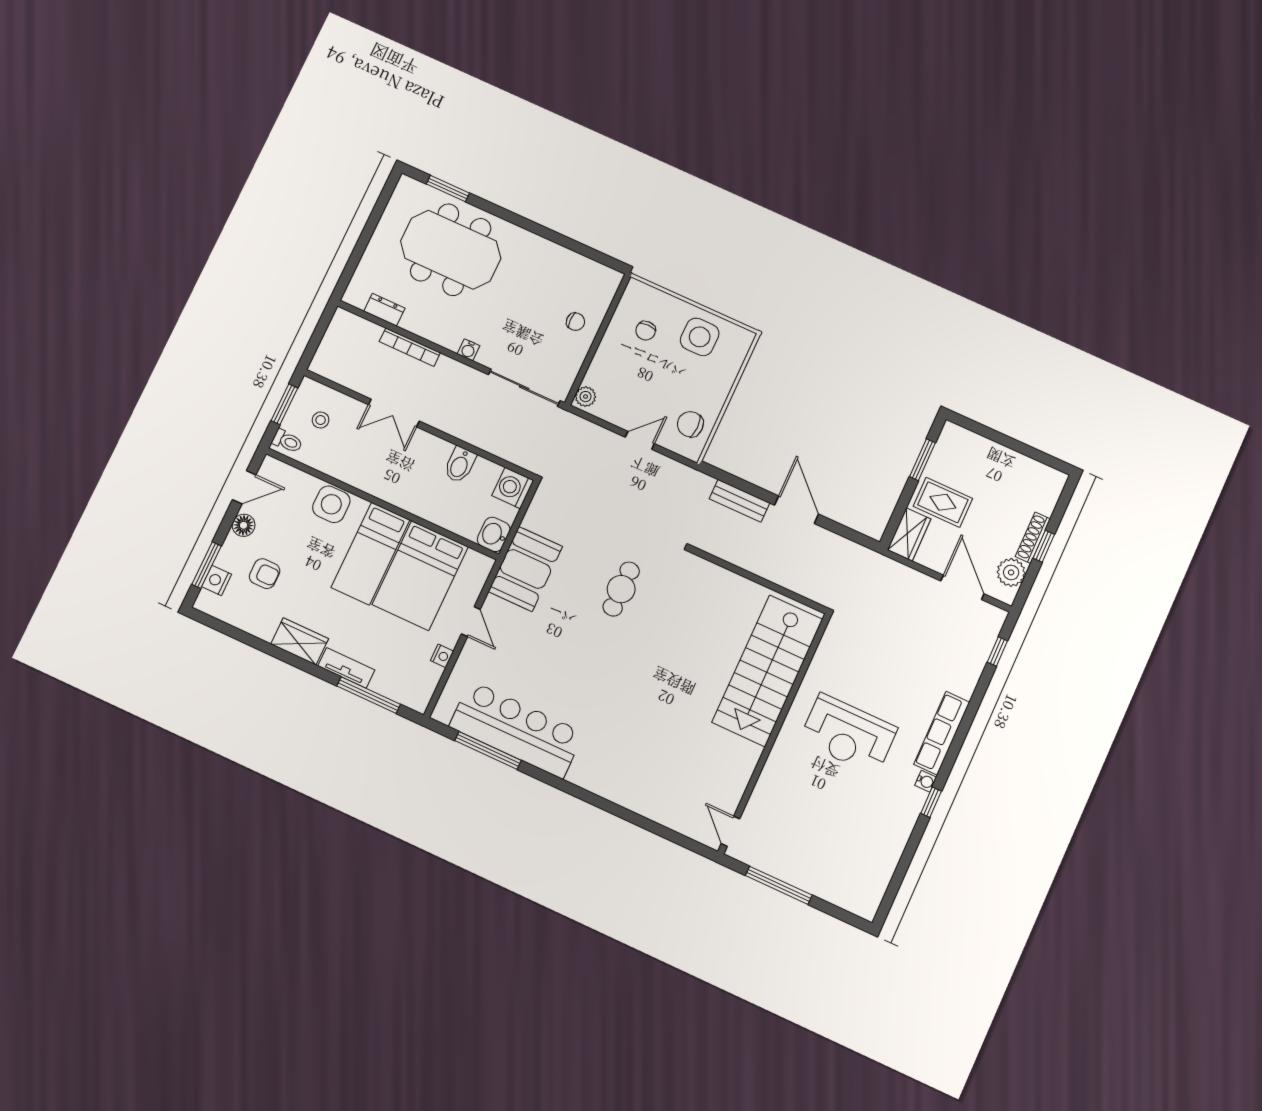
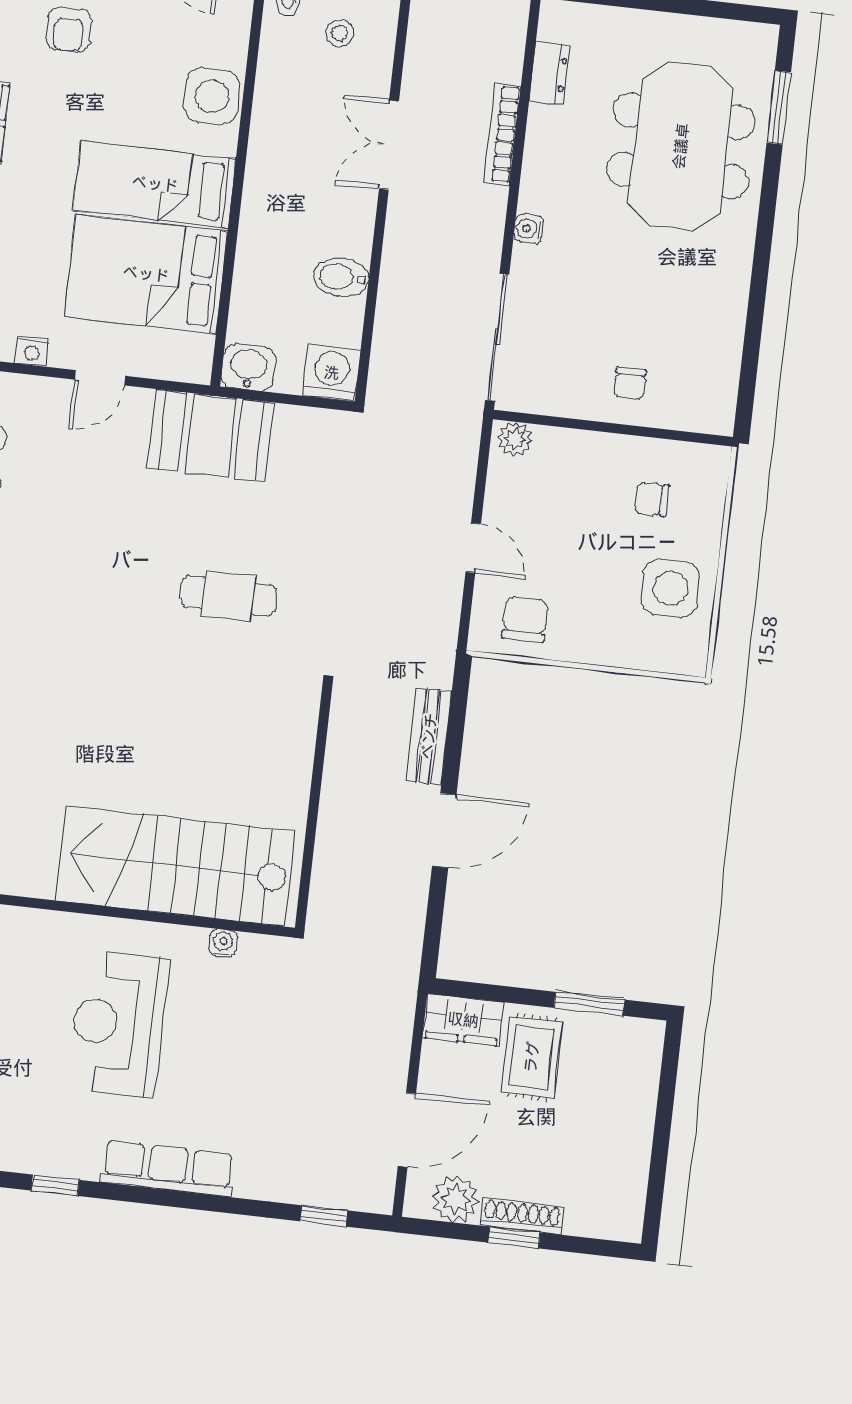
water cooler: (926, 781) -> (223, 943), moved, turned 180

